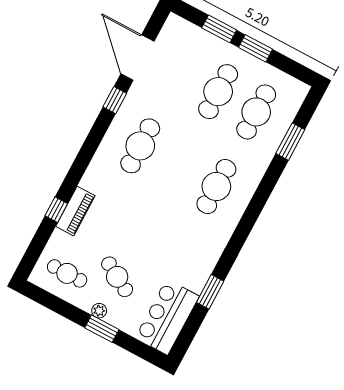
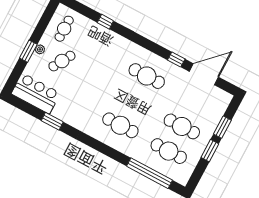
window: (290, 142) -> (149, 173), width x2.11
piano: (75, 211) -> (105, 34), removed

